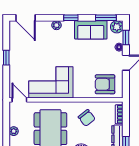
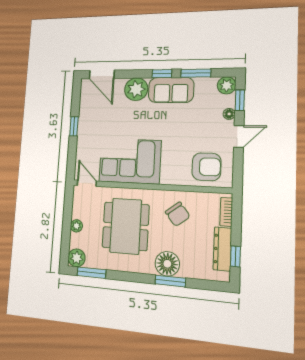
window: (106, 18) -> (196, 73), moved
plant: (56, 25) -> (136, 89), width x1.88, depth x1.88
sofa: (91, 30) -> (171, 90), moved
armchair: (105, 84) -> (206, 167), turned 180

